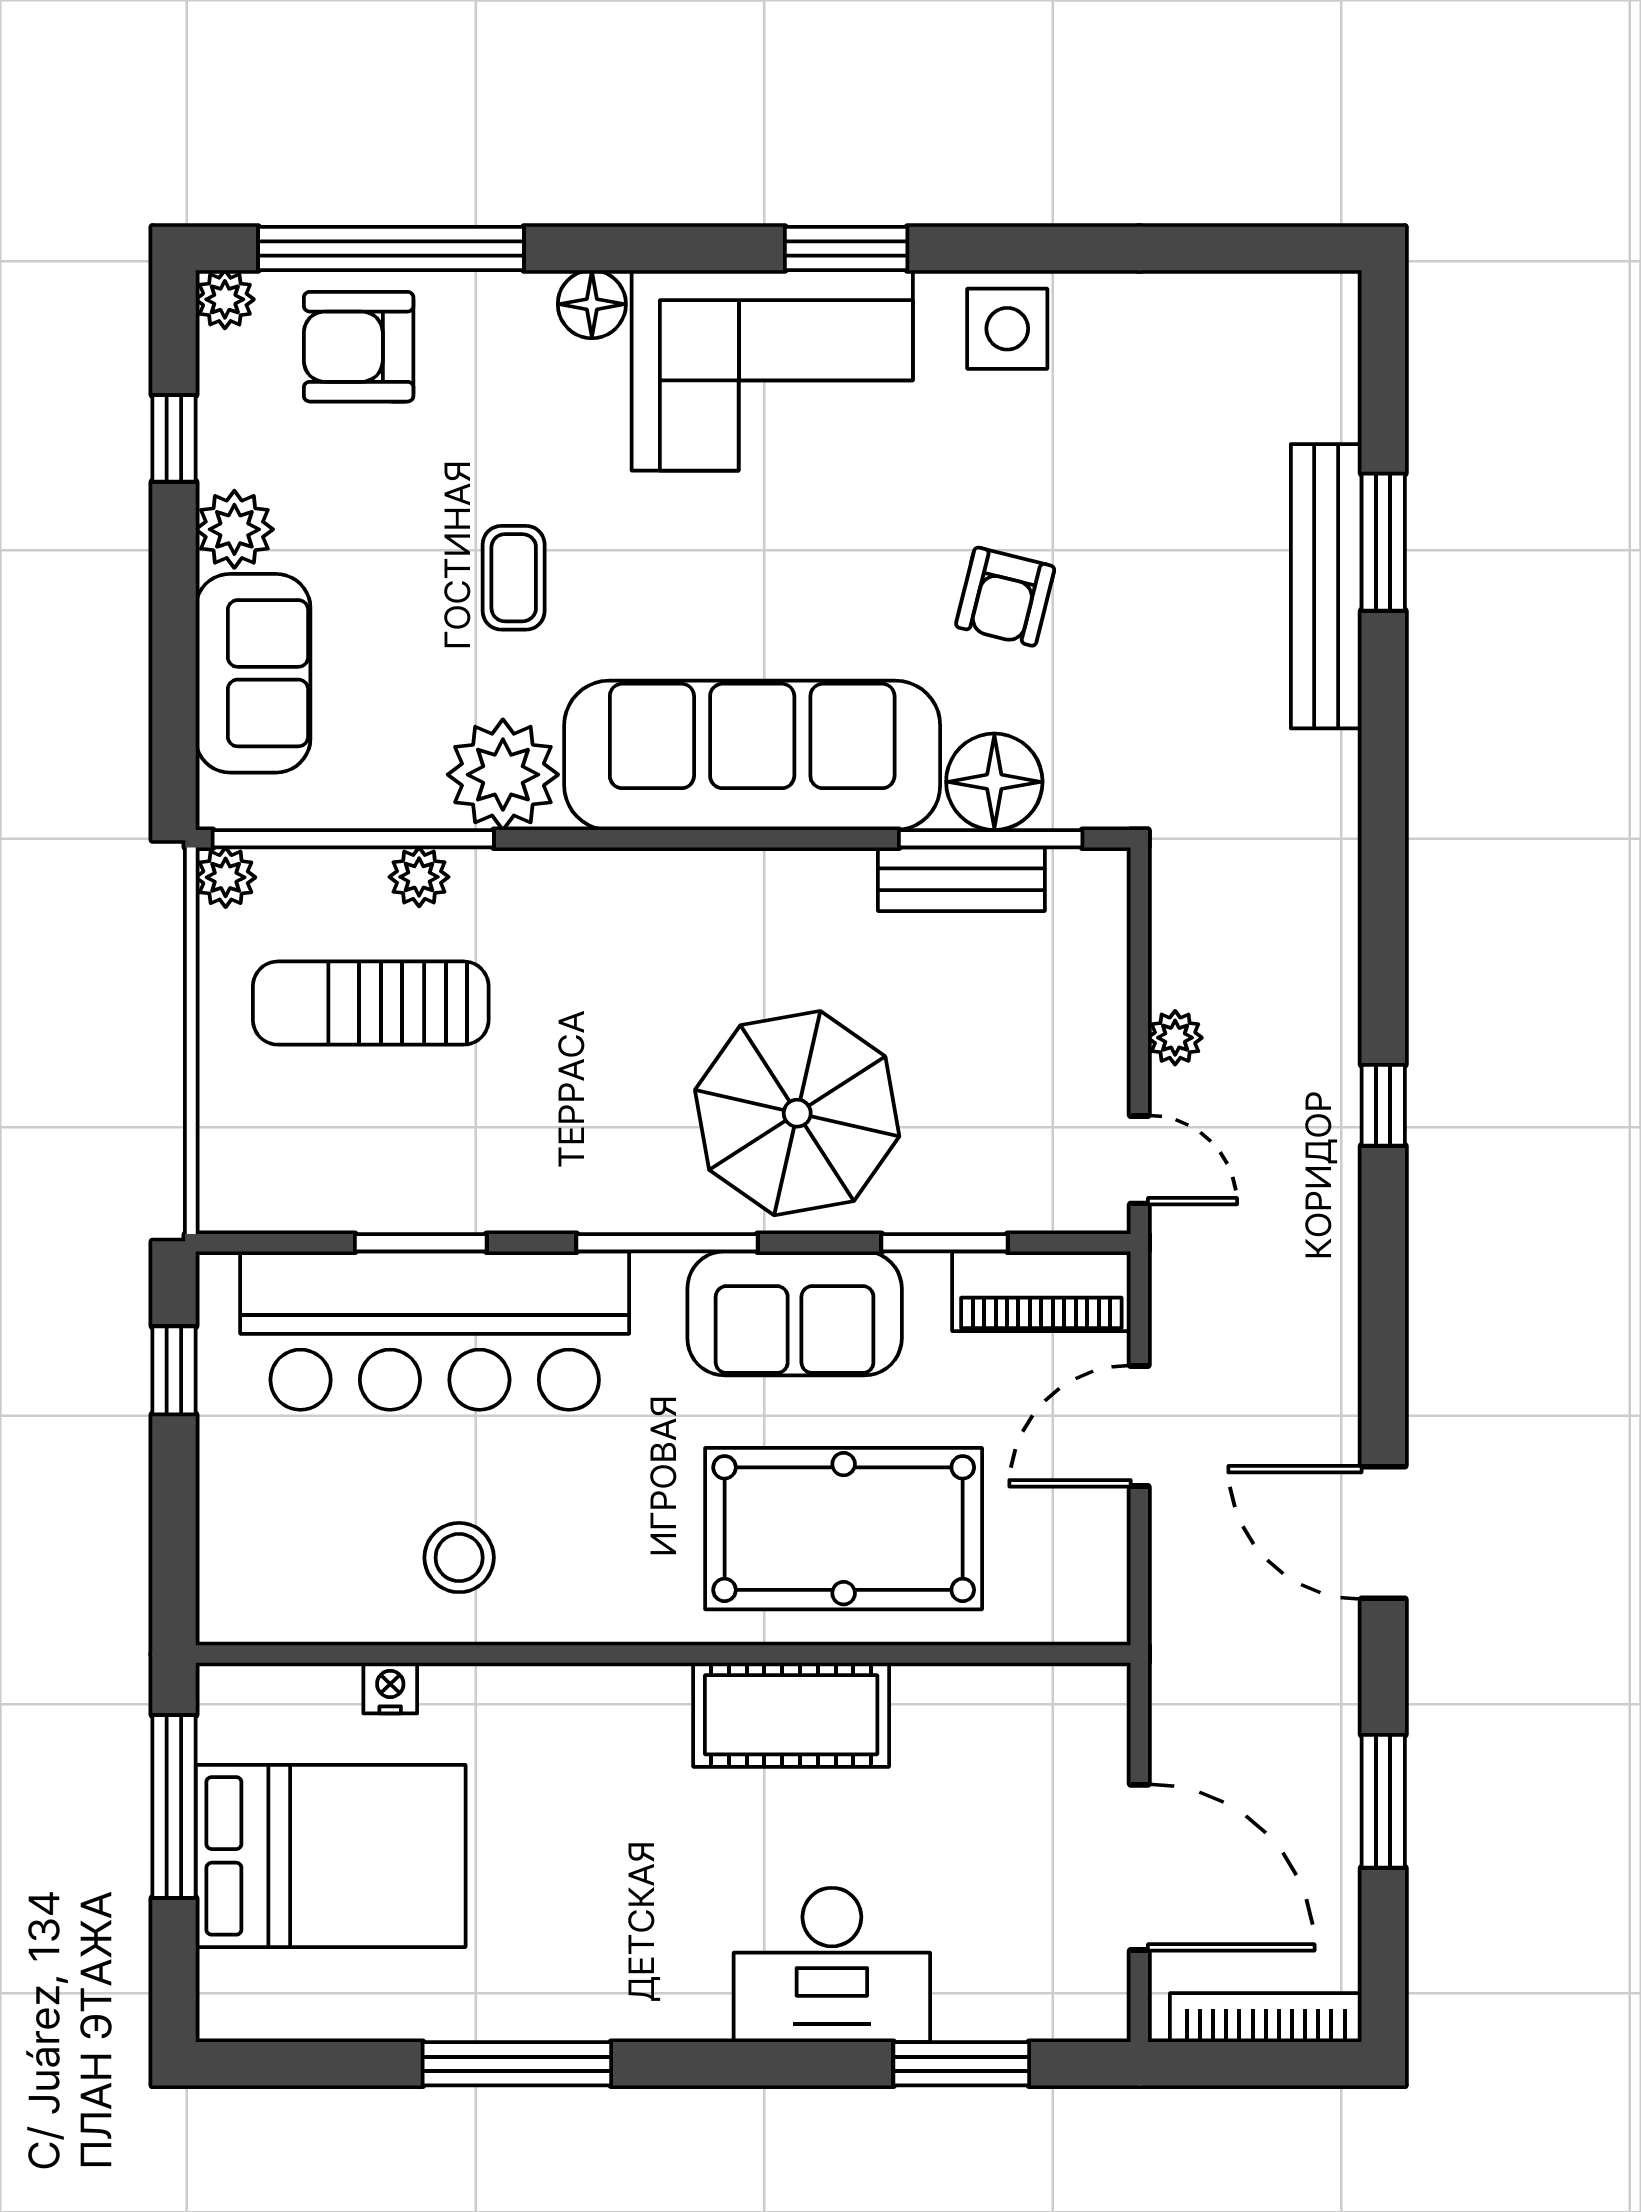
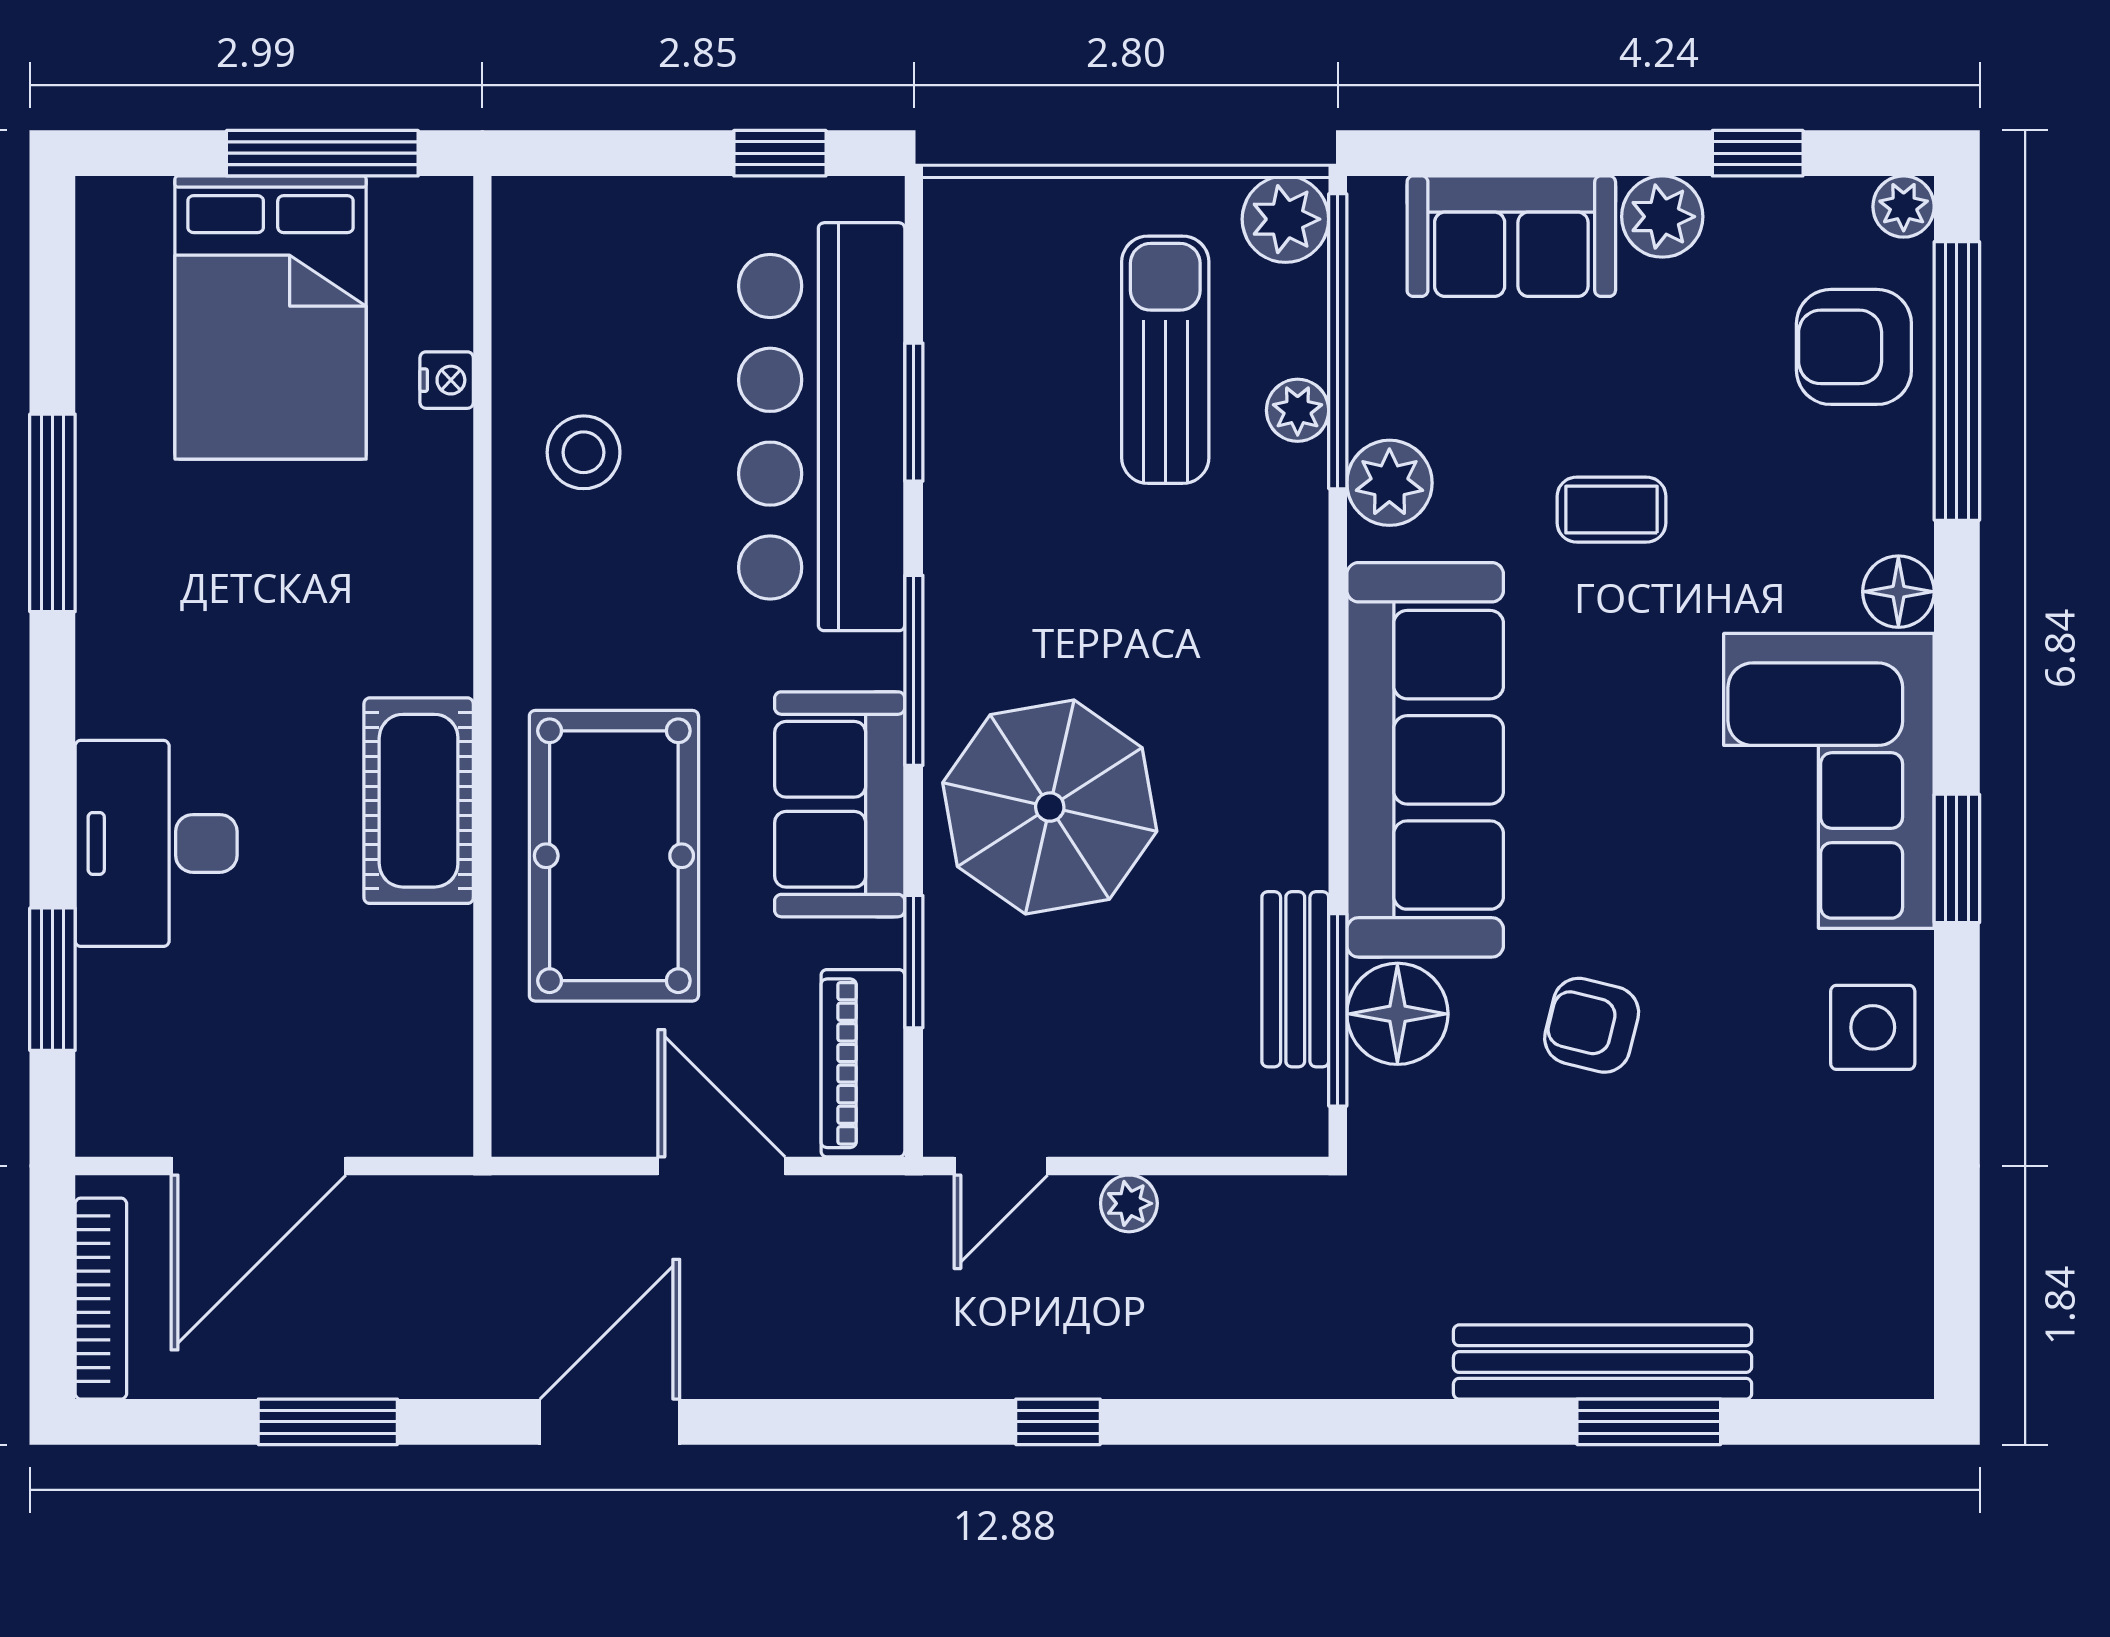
armchair: (359, 347) -> (1854, 347), turned -90
plant: (503, 775) -> (1389, 483), width x0.73, depth x0.73
plant: (226, 877) -> (1285, 219), width x1.38, depth x1.38

